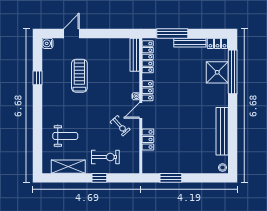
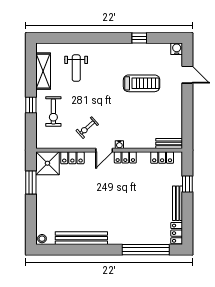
window: (172, 33) -> (187, 184), width x0.46
bench: (135, 55) -> (169, 143), width x0.73
locker: (148, 57) -> (162, 158), width x0.66
shower: (217, 72) -> (47, 163), moved
door: (141, 110) -> (104, 150), swing flipped

